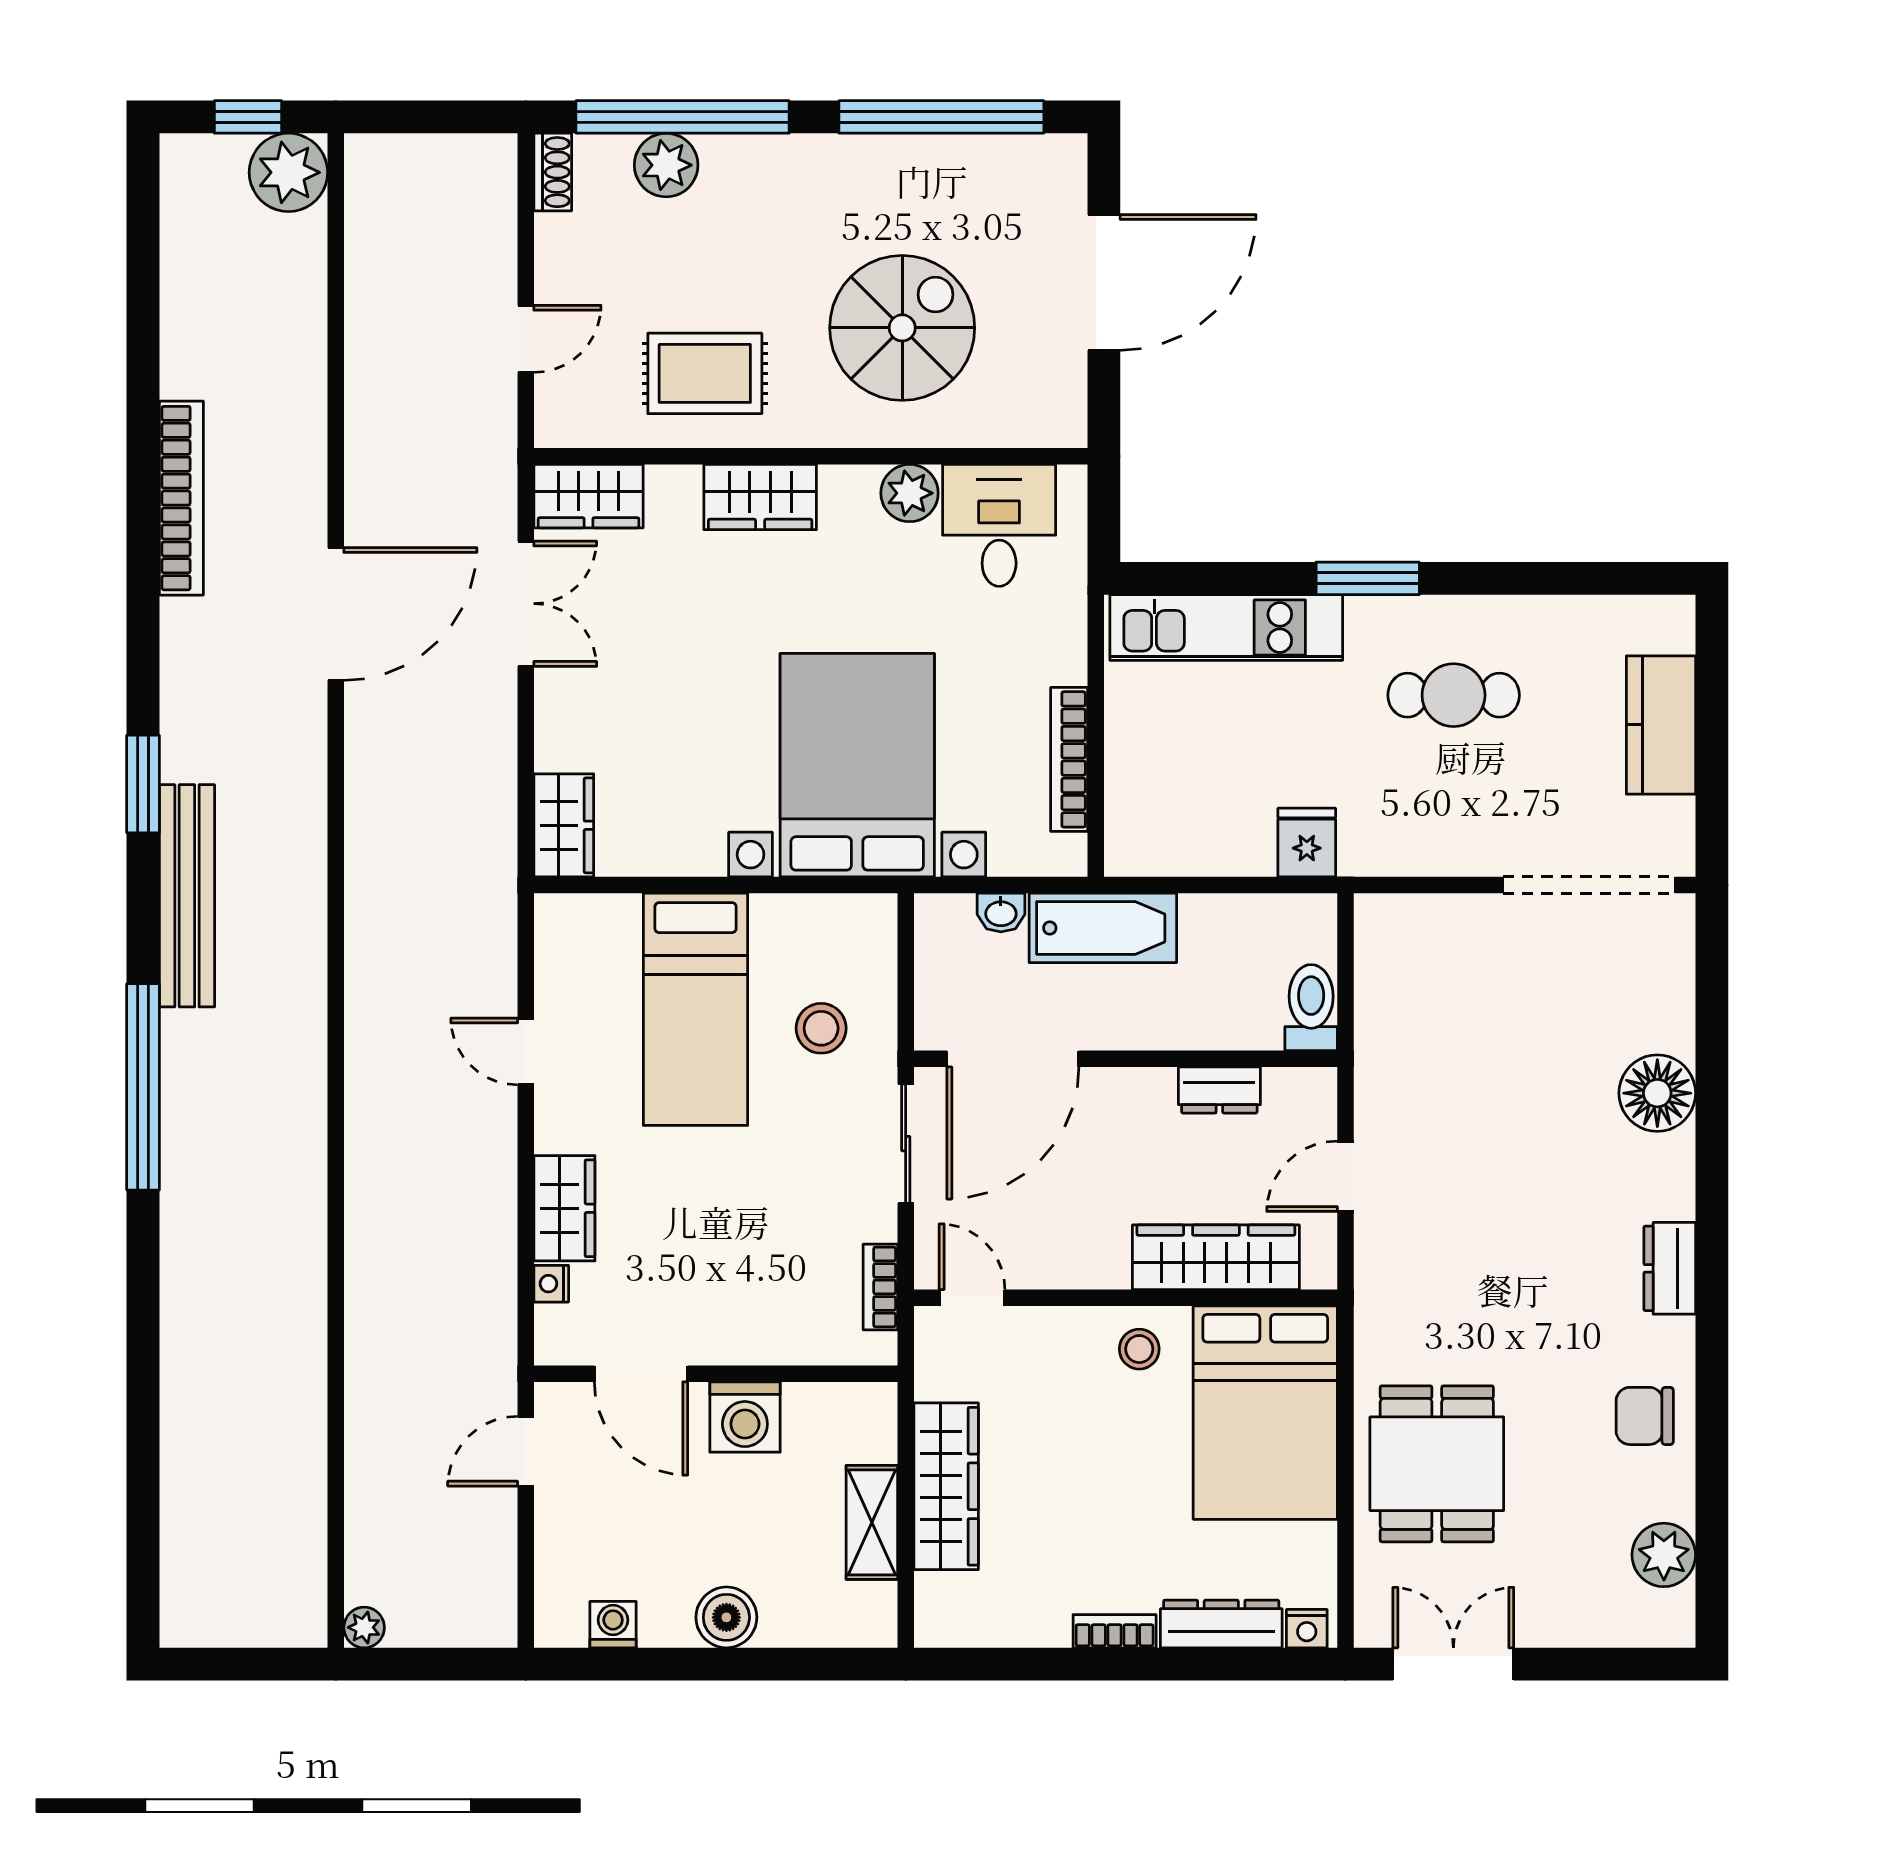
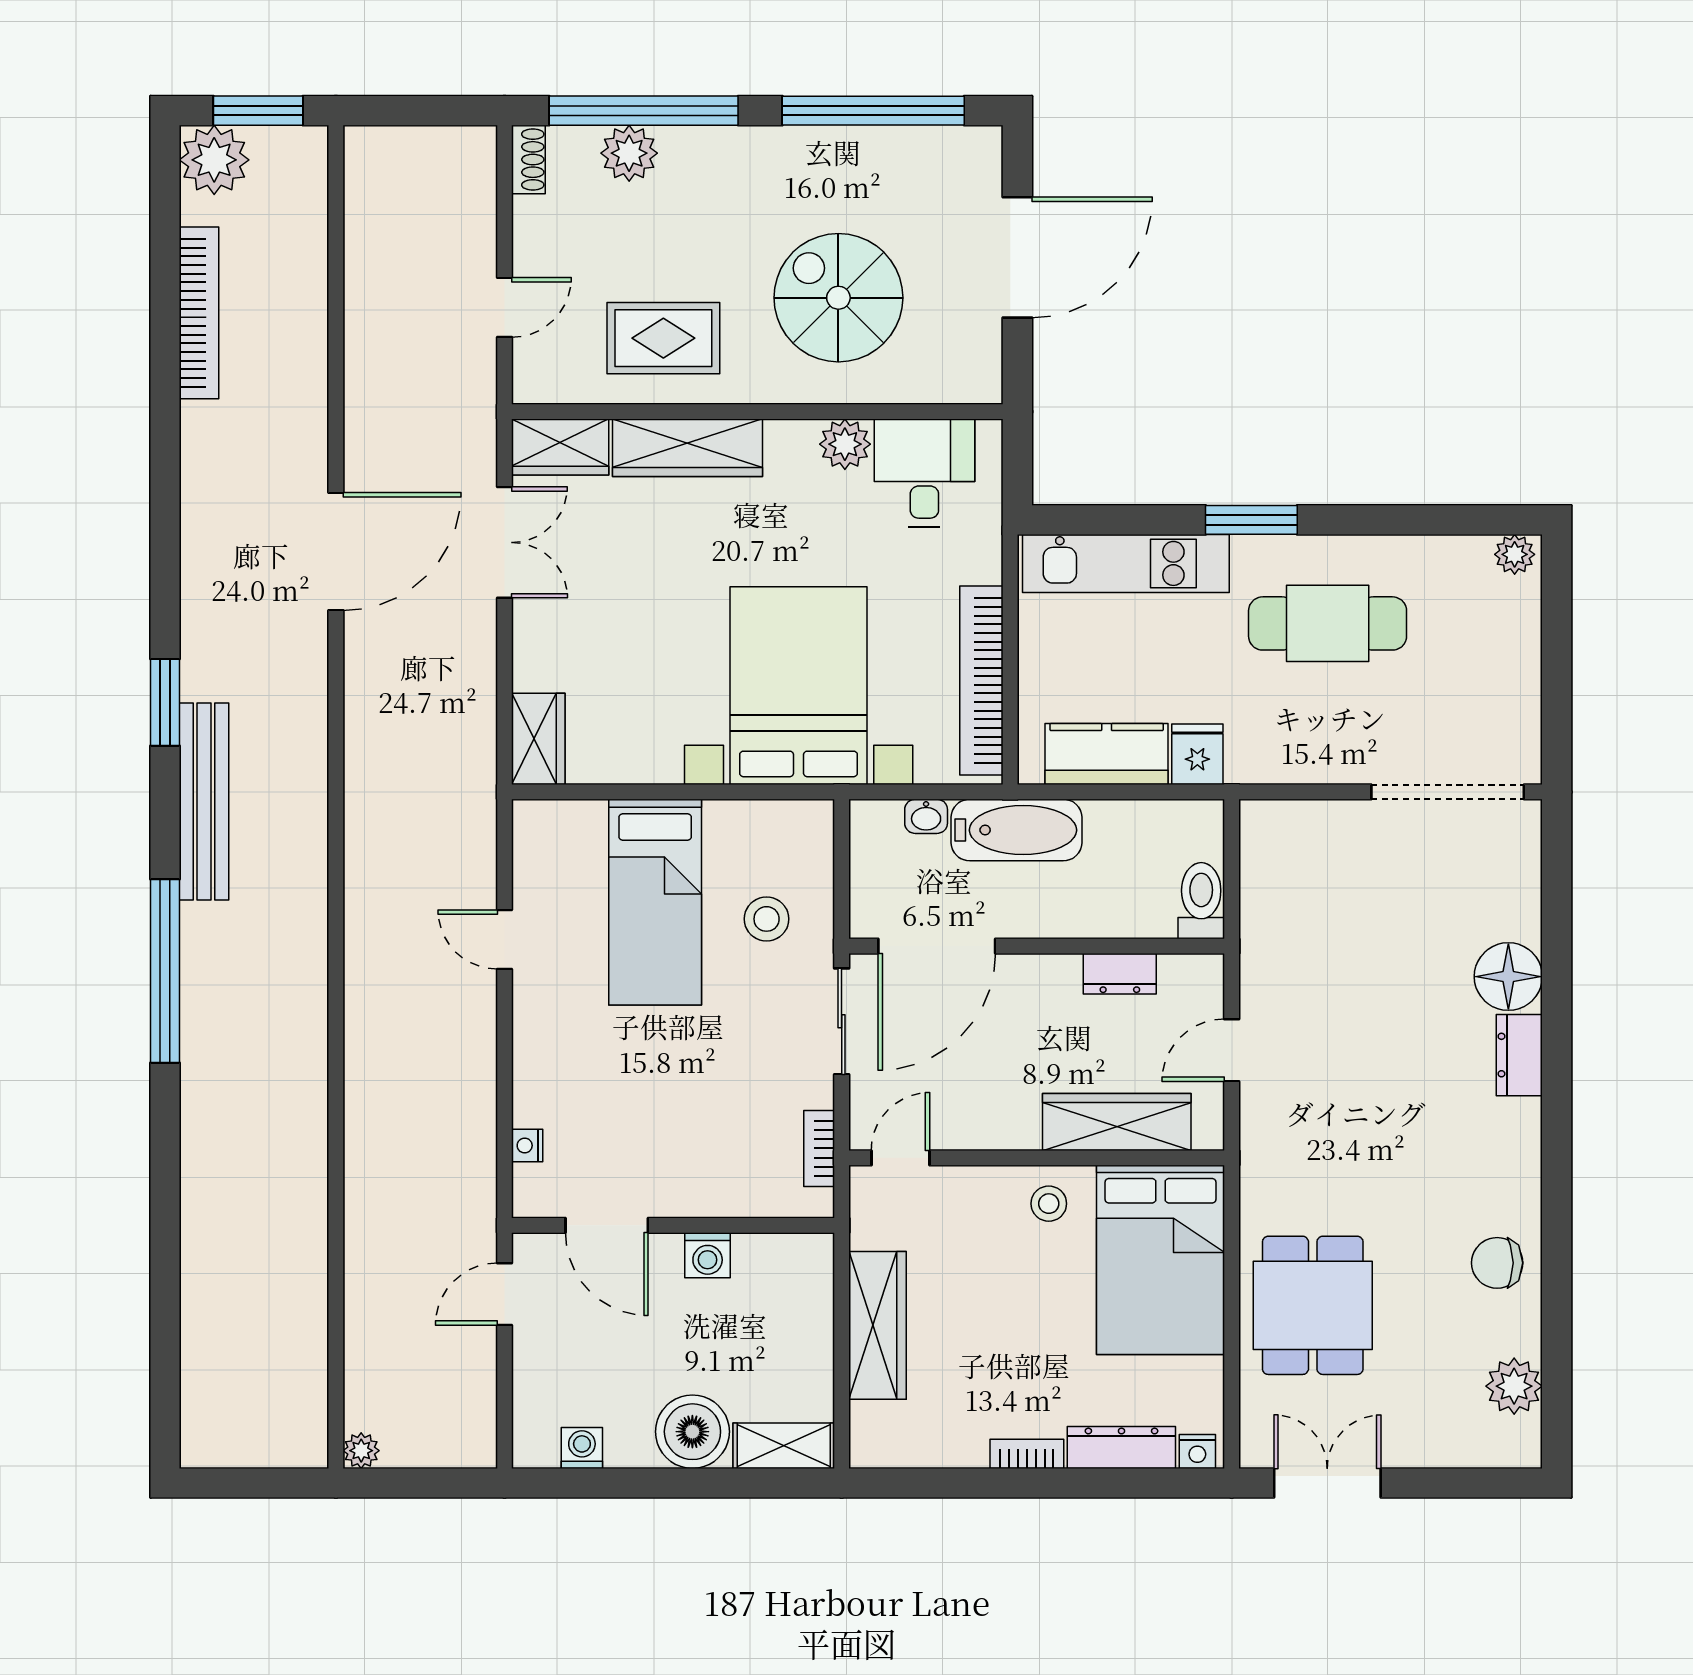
window: (248, 117) -> (258, 111), width x1.50
plant: (288, 172) -> (214, 160), moved
spiral stairs: (902, 328) -> (838, 298), turned -90
wardrobe: (760, 497) -> (687, 448), width x1.50
bookcase: (181, 498) -> (199, 313), moved
plant: (1664, 617) -> (1515, 554), added
cafe table: (1454, 695) -> (1328, 623), width x1.37, depth x1.35
kitchen counter: (1661, 725) -> (1107, 754), moved, turned 90
bookcase: (1069, 759) -> (981, 681), width x1.48, depth x1.31
wardrobe: (564, 1208) -> (539, 1079), removed
dresser: (1670, 1268) -> (1519, 1055), moved
door: (972, 1298) -> (900, 1158), hinge flipped
washing machine: (745, 1417) -> (708, 1255), width x0.73, depth x0.73
shelving: (872, 1522) -> (784, 1446), moved, turned 90
boiler: (726, 1617) -> (692, 1432), width x1.37, depth x1.37

